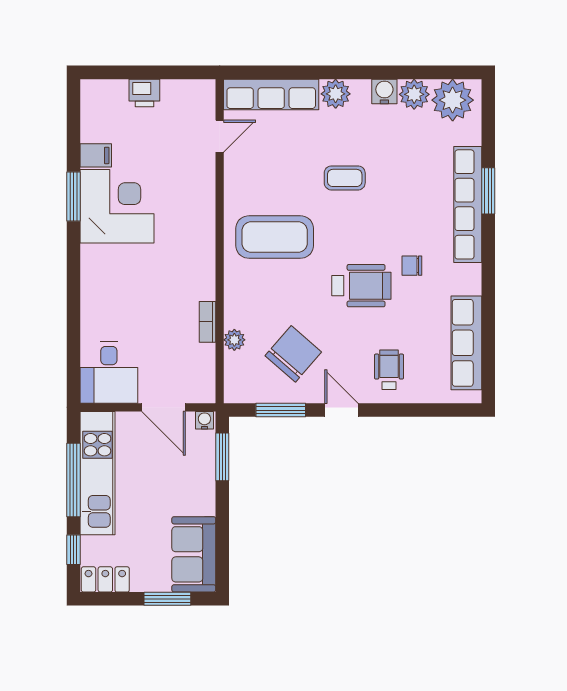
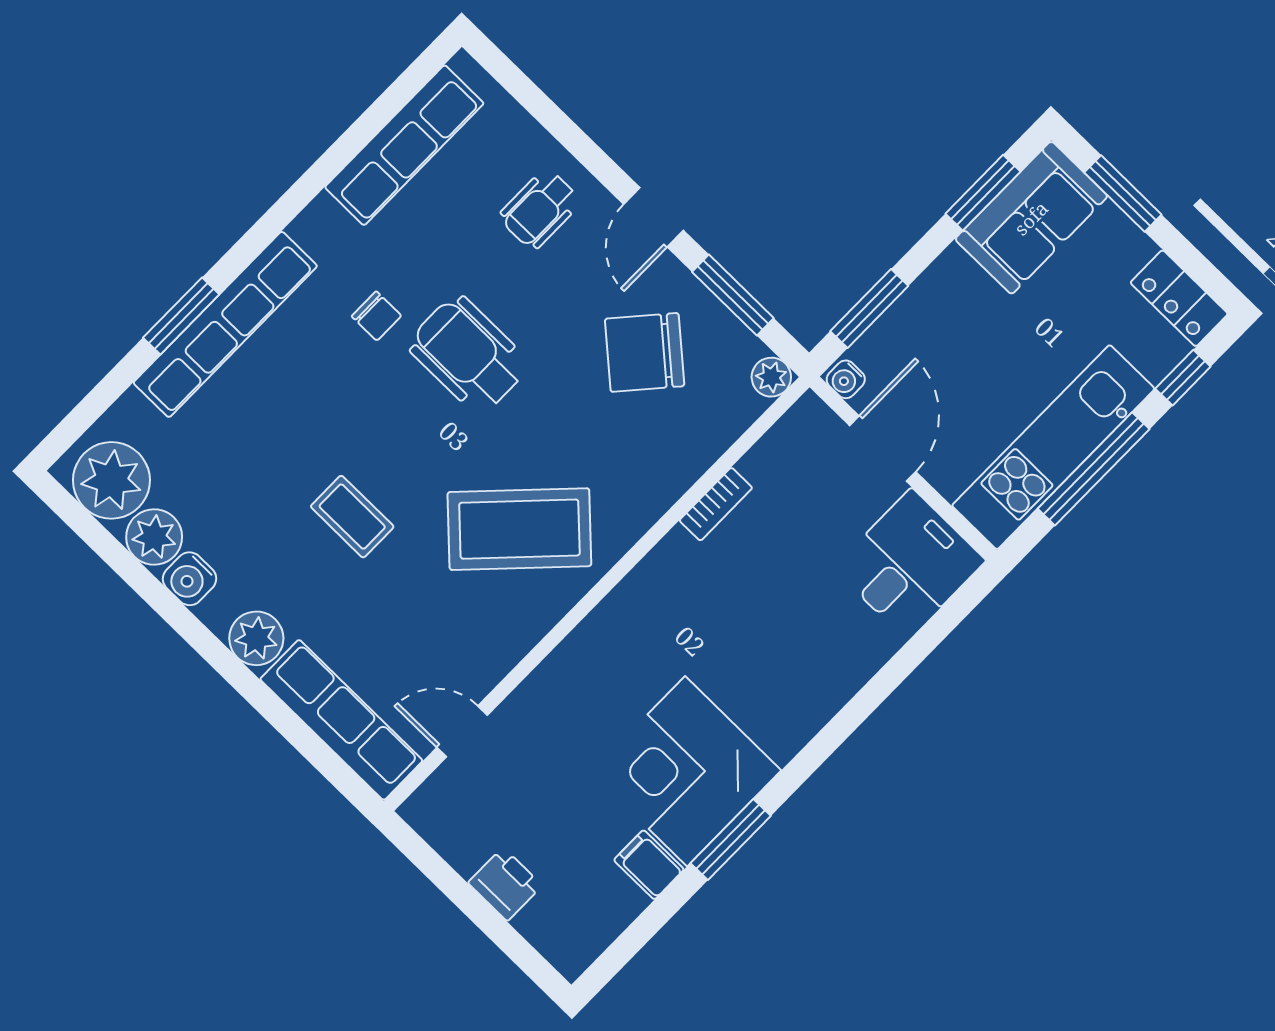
coffee table: (275, 237) -> (519, 529), turned -46
plant: (234, 340) -> (771, 377), moved
window: (222, 546) -> (983, 193), added

